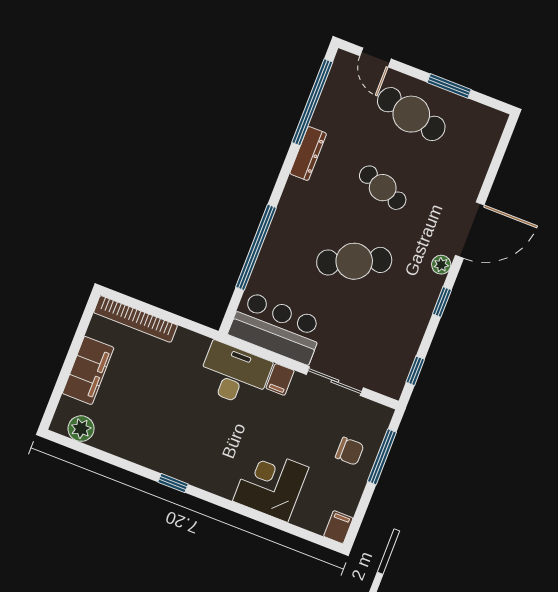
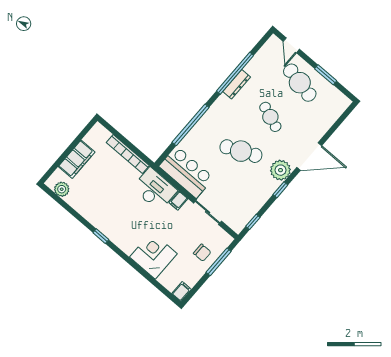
window: (312, 102) -> (235, 73), moved
plant: (441, 265) -> (280, 170), width x1.87, depth x1.87
bookcase: (136, 319) -> (128, 154), moved

